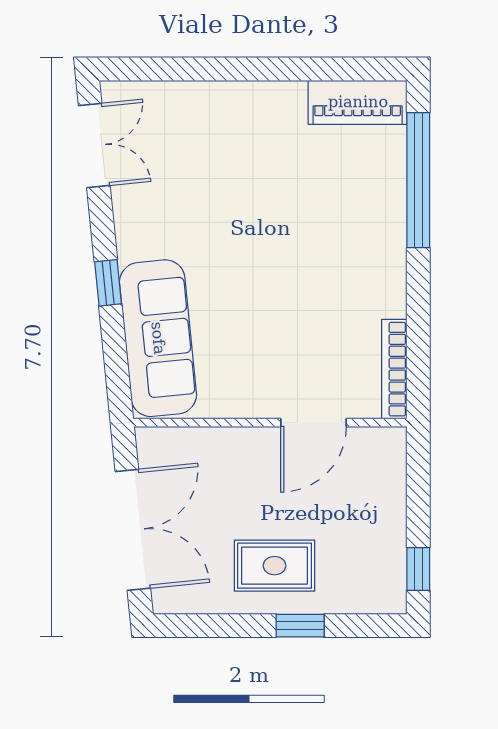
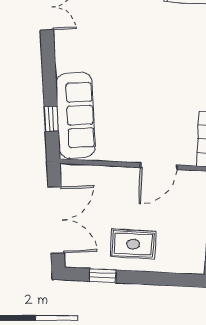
window: (108, 283) -> (51, 119), moved
window: (300, 626) -> (102, 276), moved

